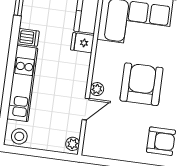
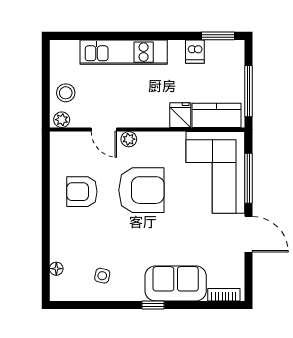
dishwasher: (28, 37) -> (195, 52), moved
stool: (19, 136) -> (66, 93), moved
armchair: (161, 141) -> (82, 192), moved, turned 90

